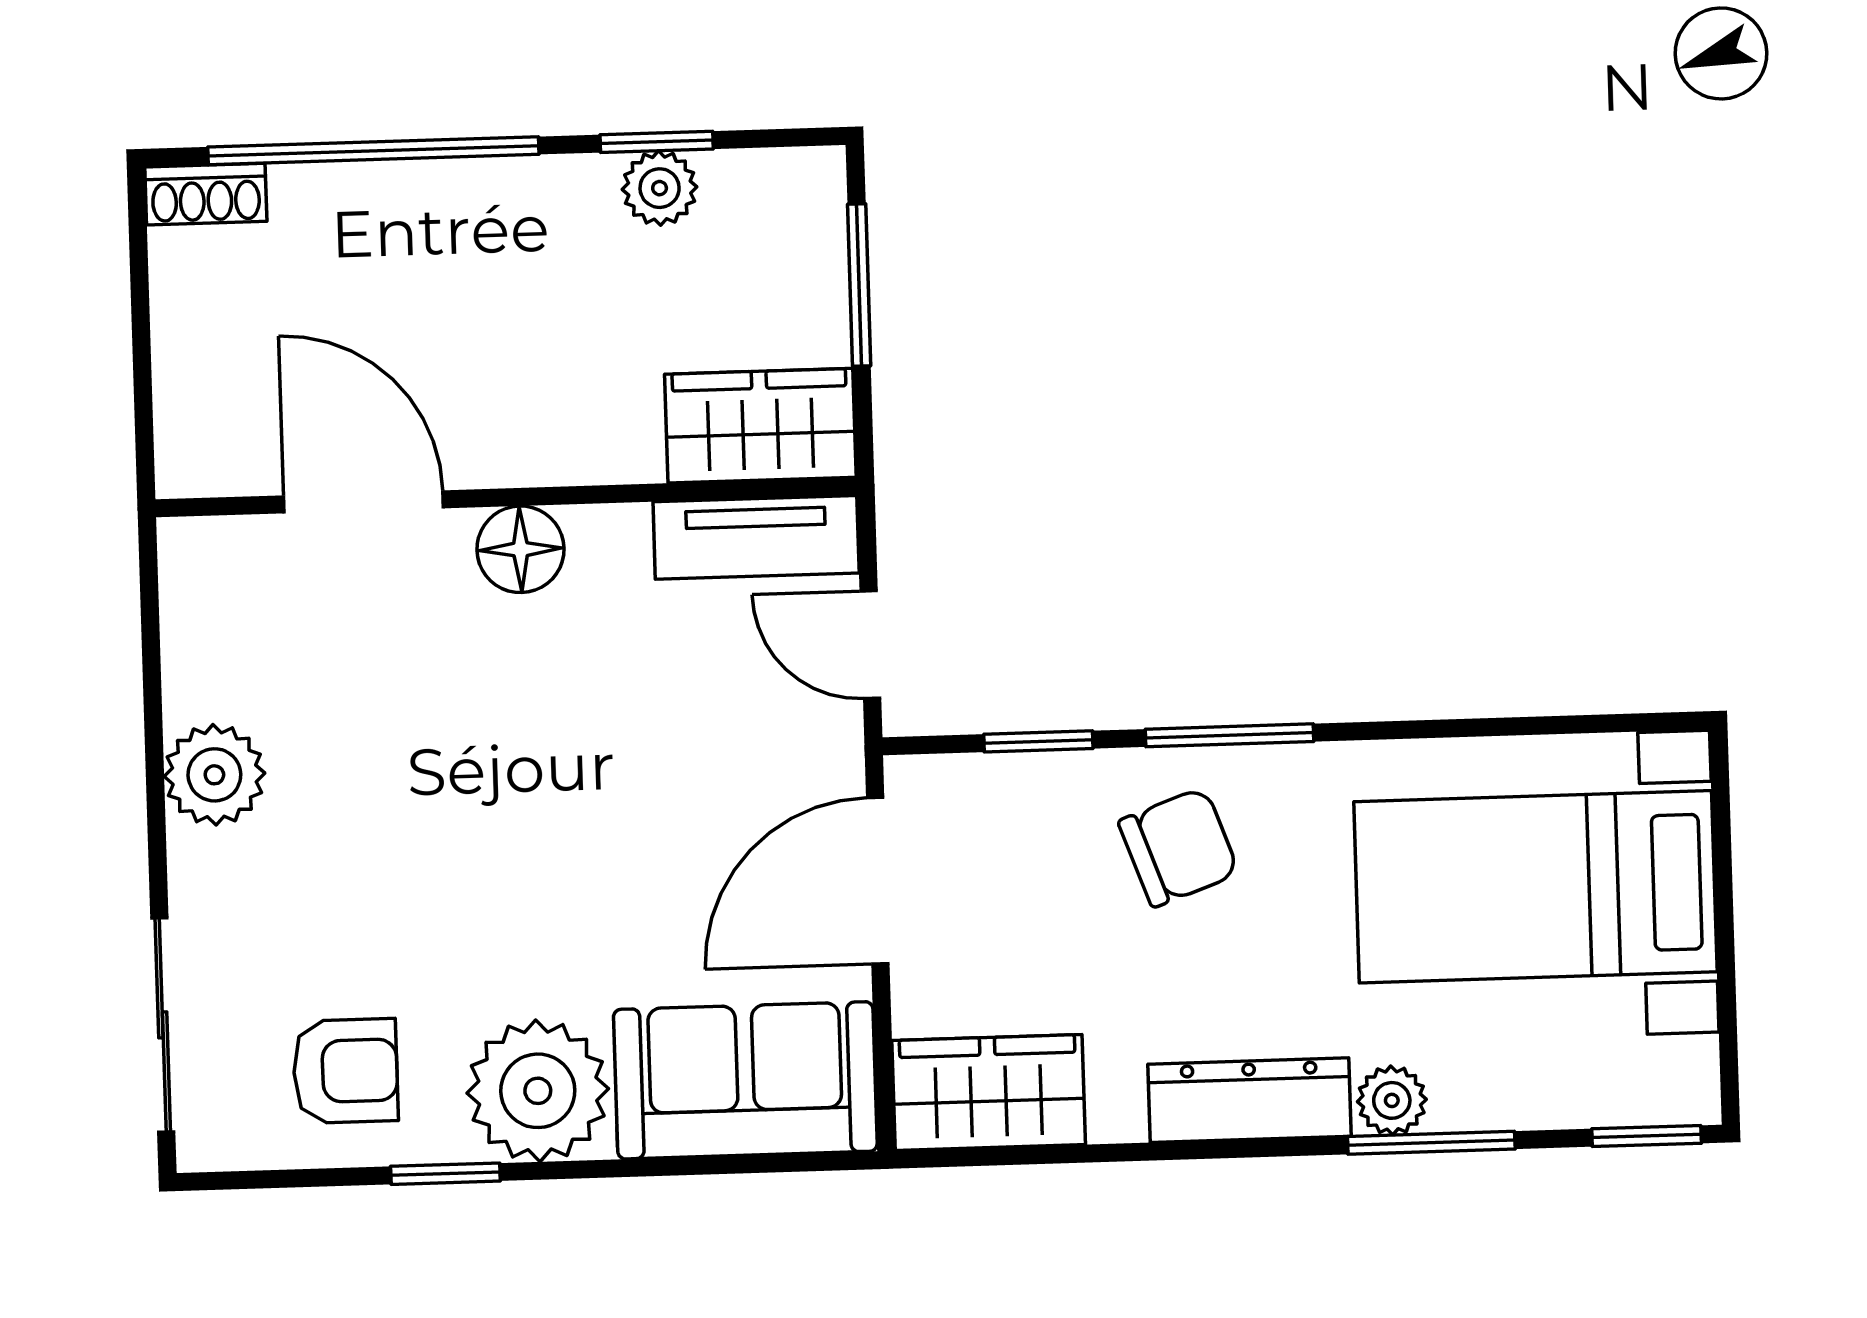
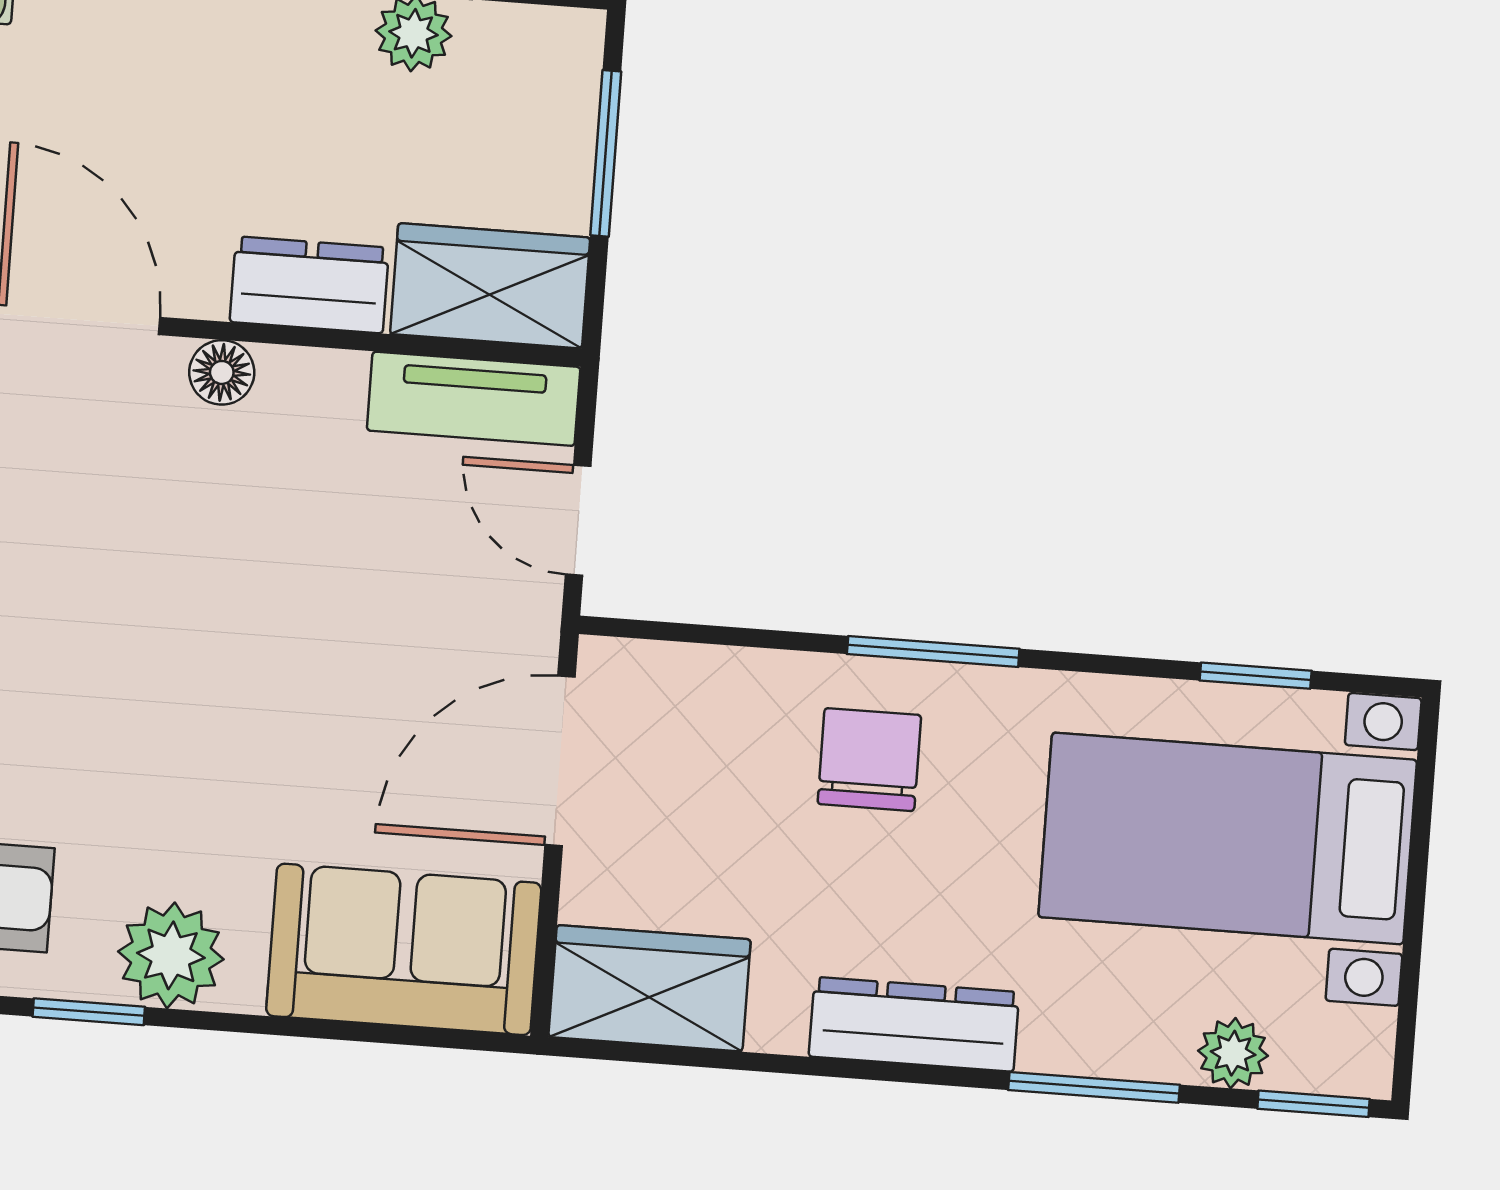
dresser: (584, 444) -> (309, 285), added
floor lamp: (520, 549) -> (222, 372), width x0.73, depth x0.73
window: (1038, 741) -> (1256, 676), moved
chair: (1179, 847) -> (869, 760), turned -70
plant: (538, 1091) -> (171, 955), width x0.73, depth x0.73
plant: (1392, 1100) -> (1233, 1053), moved

